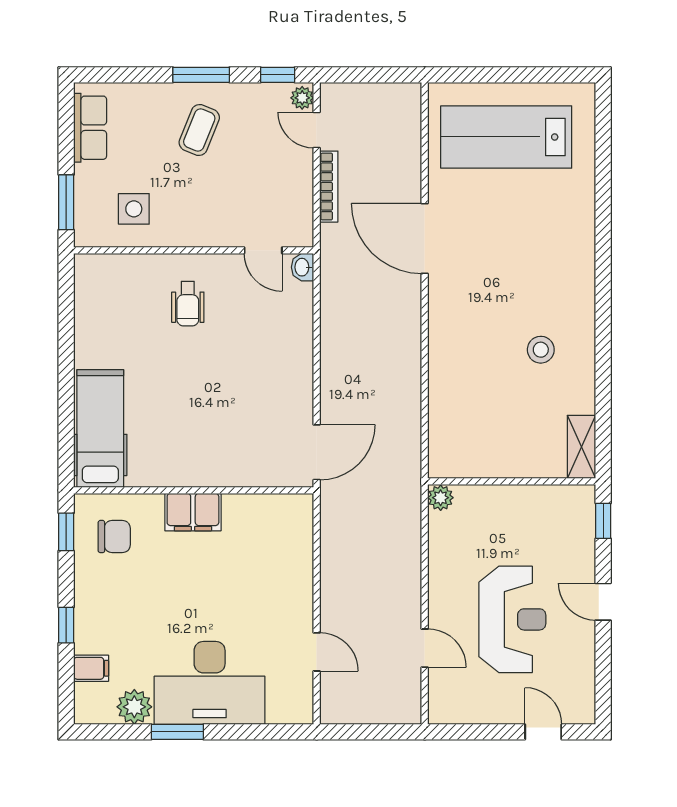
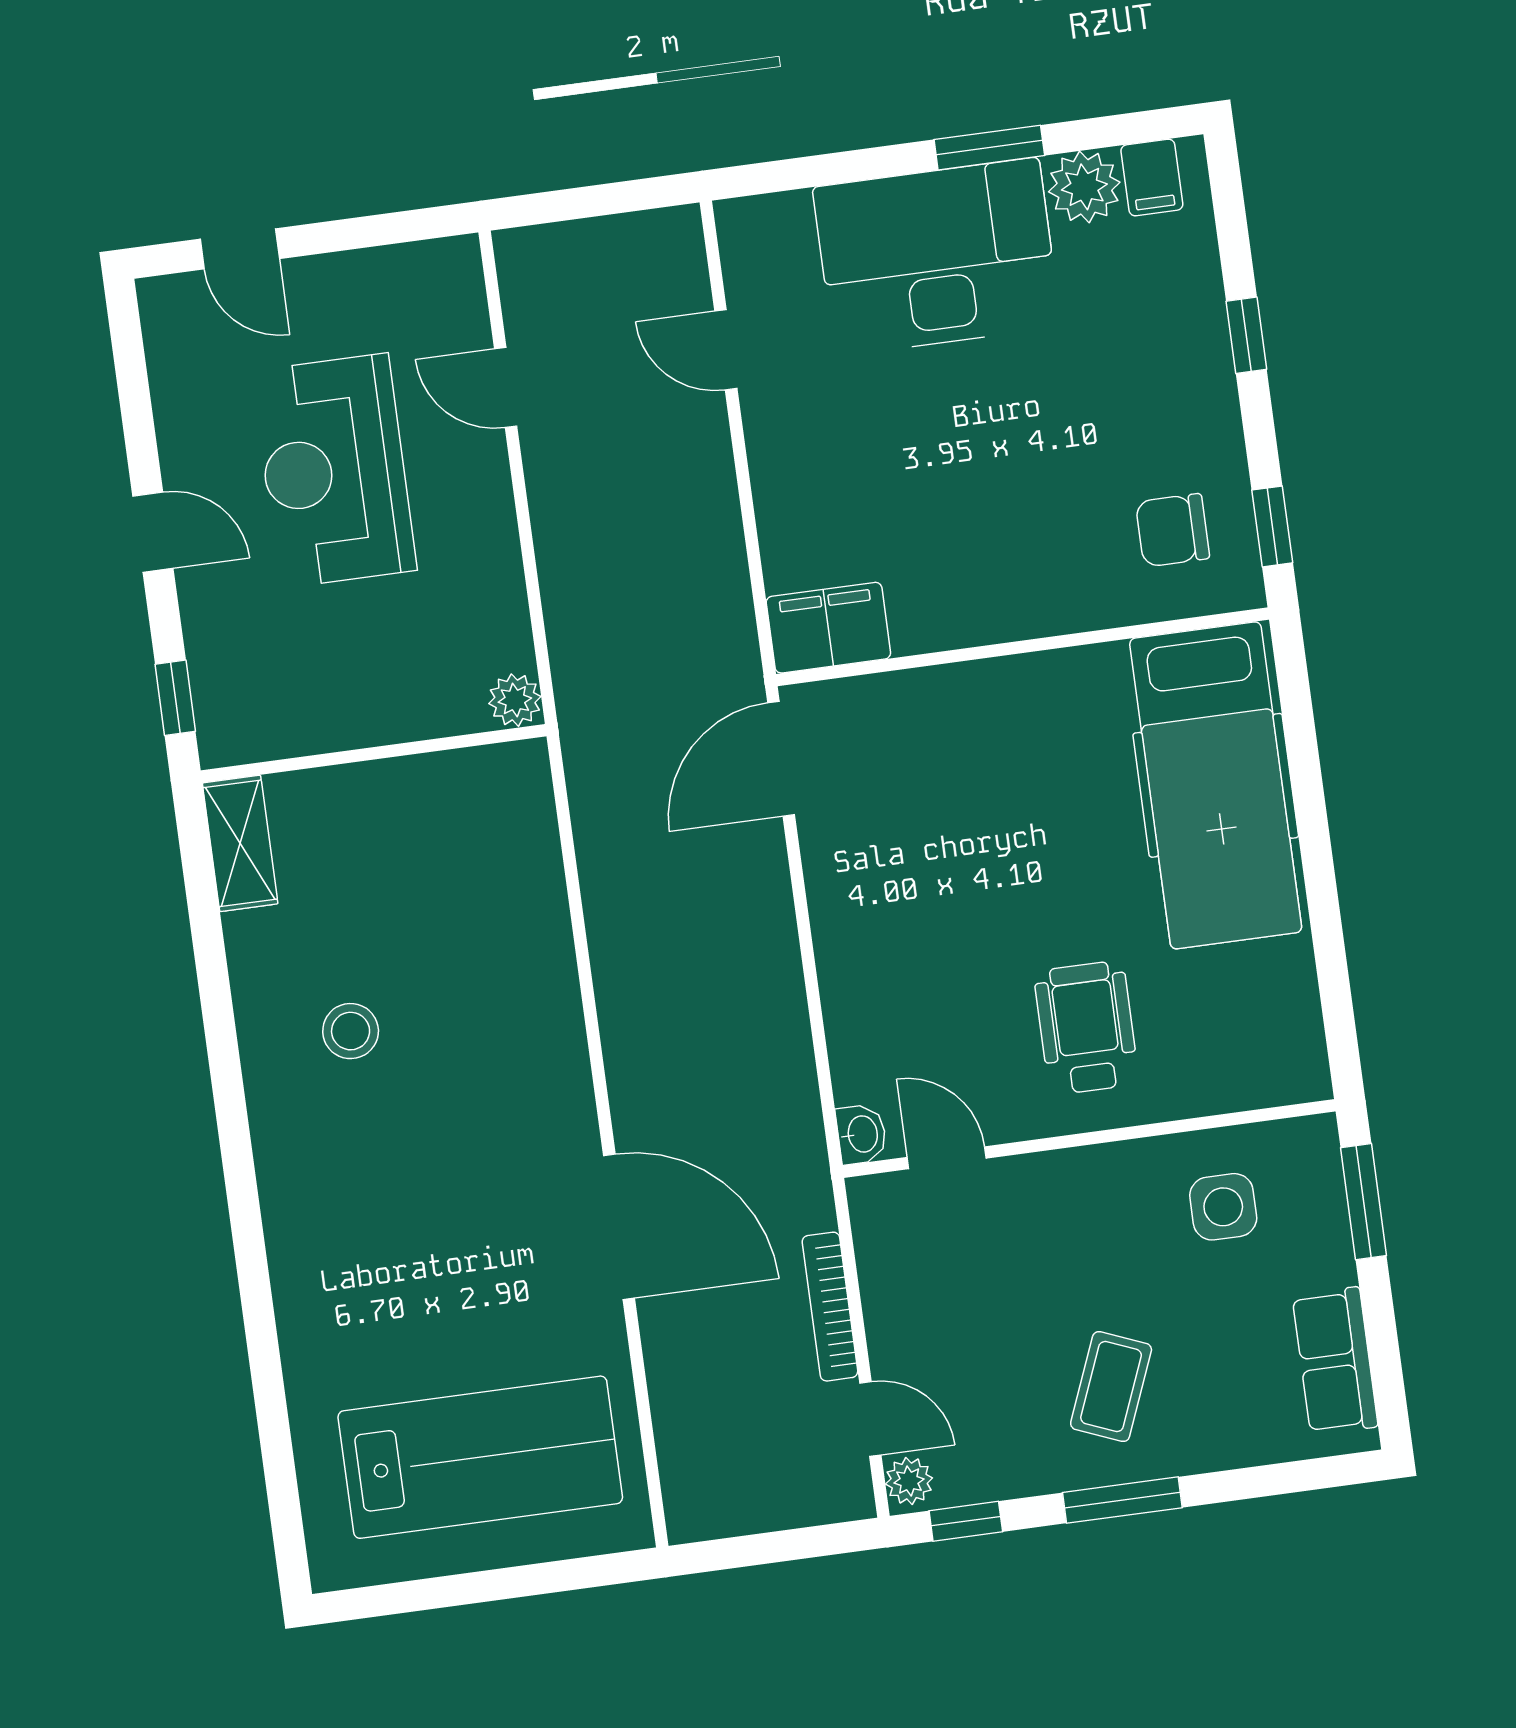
wheelchair: (188, 304) -> (1086, 1028), width x1.36, depth x1.37
hospital bed: (100, 428) -> (1216, 785), width x1.37, depth x1.29
filing cabinet: (193, 512) -> (828, 628), moved
filing cabinet: (91, 668) -> (1152, 178), moved, turned -90

